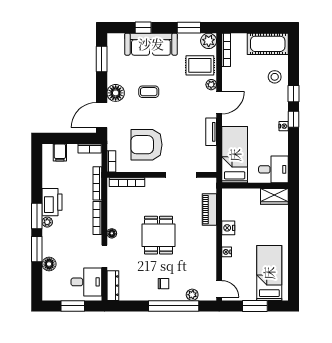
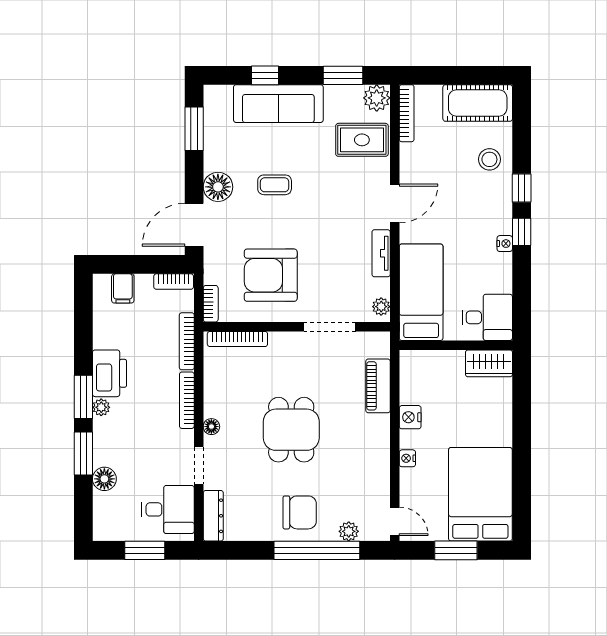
plant: (211, 85) -> (381, 307), moved
bed: (269, 273) -> (480, 494), width x1.50
chair: (163, 284) -> (300, 512), width x1.87, depth x1.87

